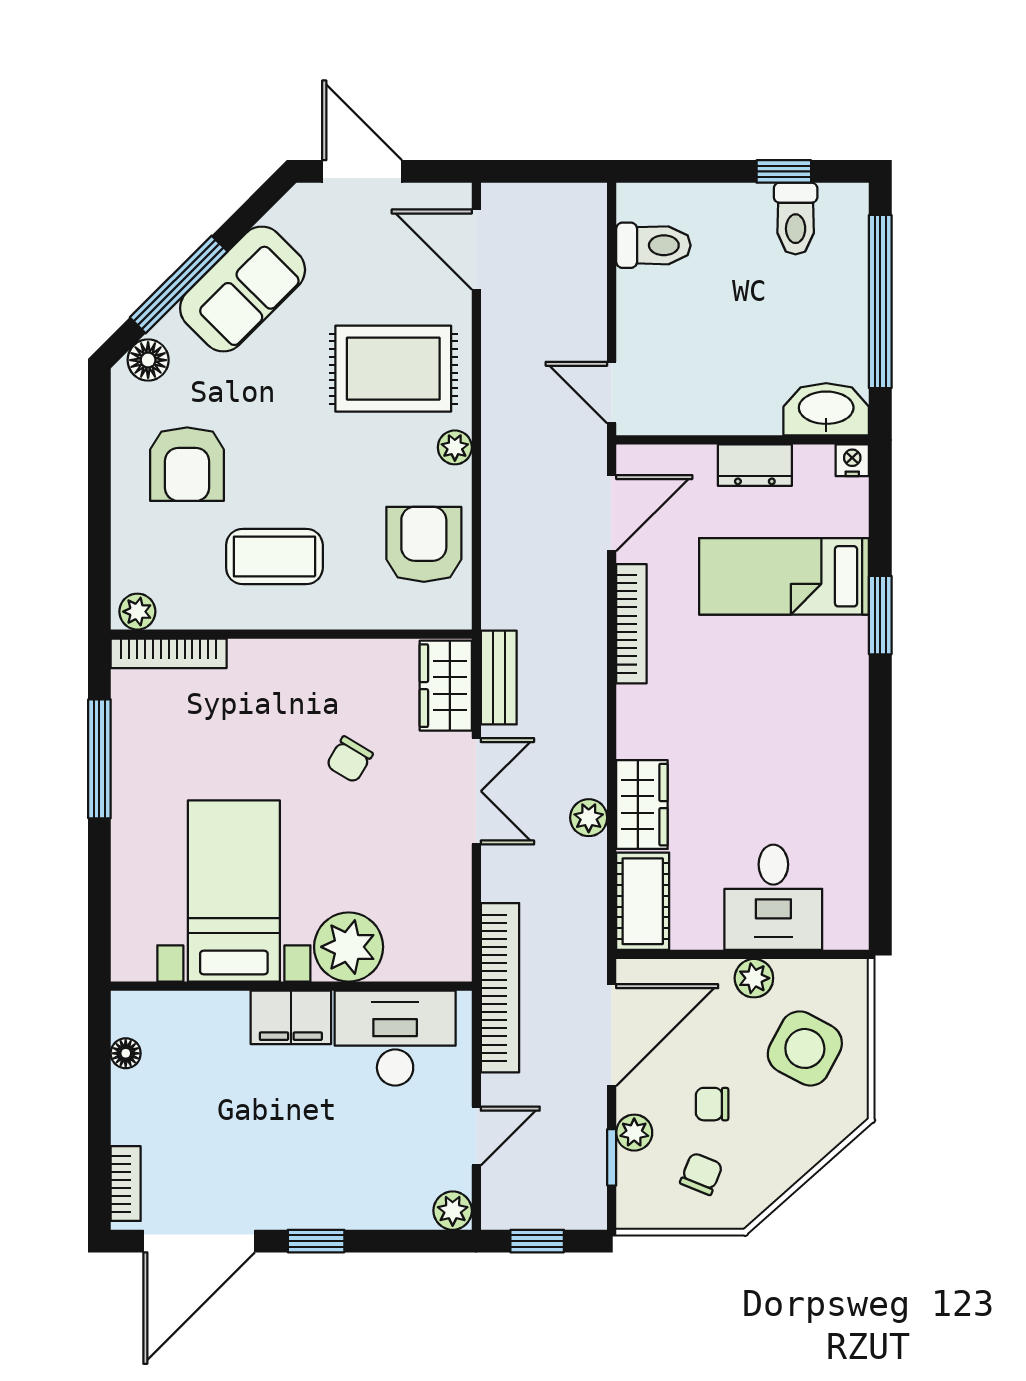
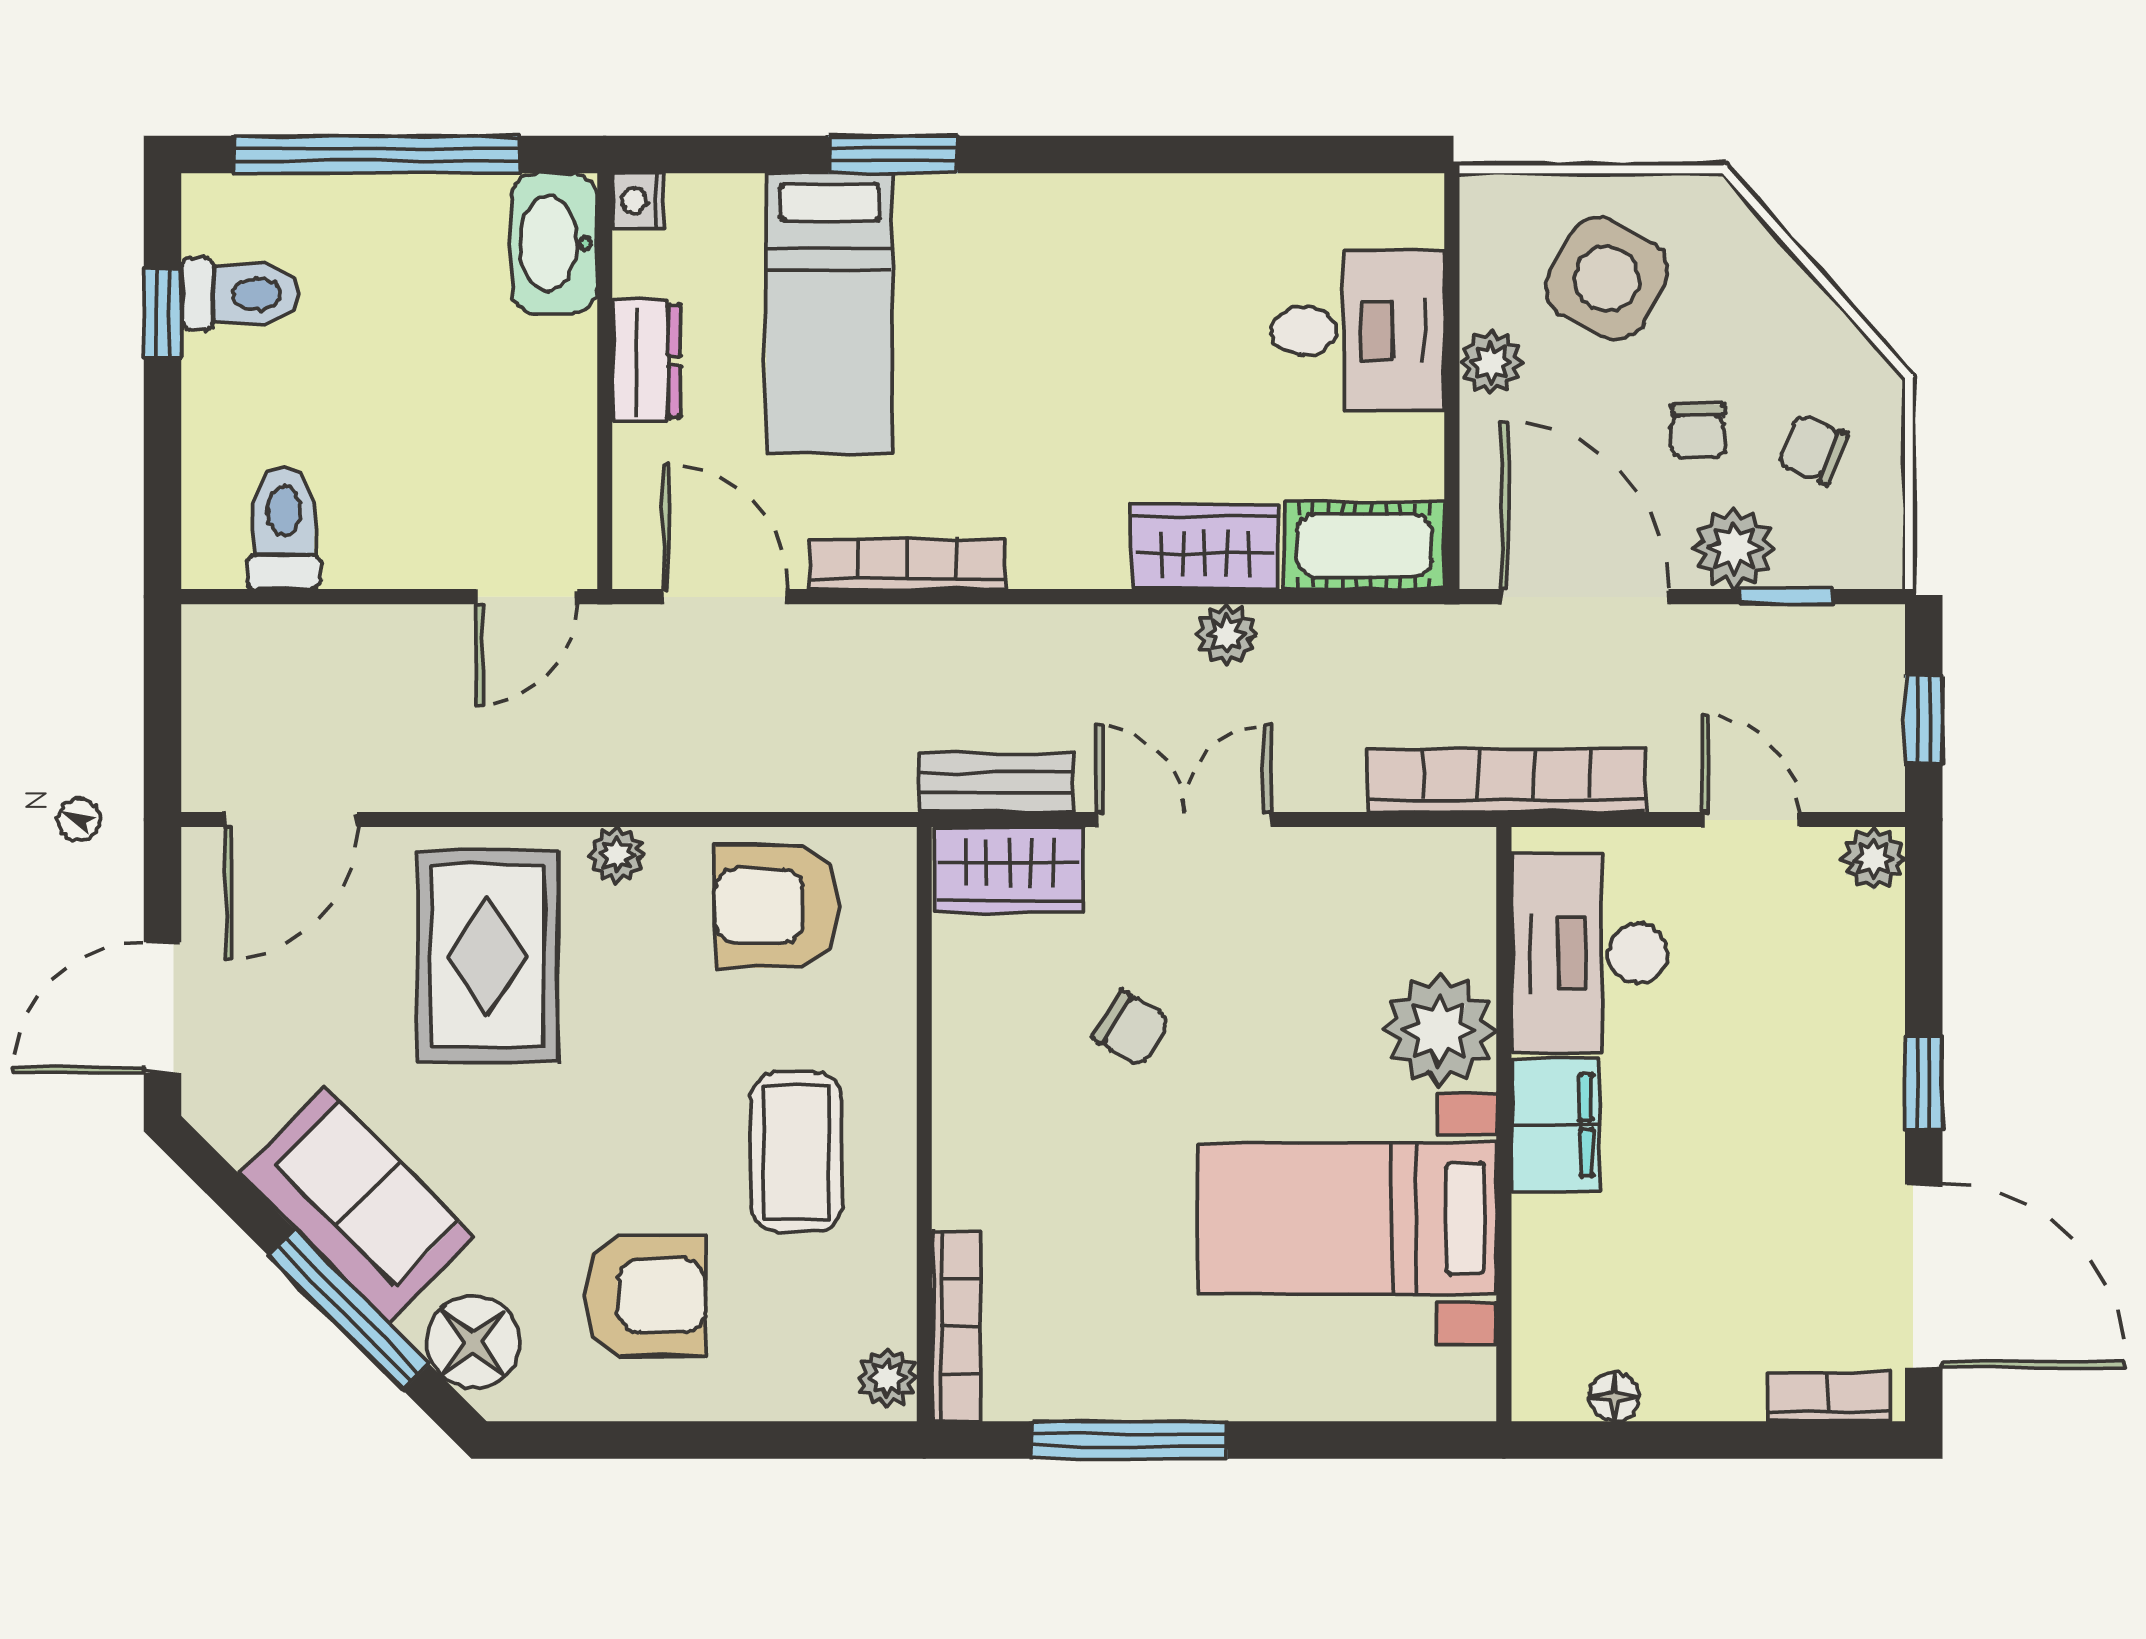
floor lamp: (148, 360) -> (473, 1342), width x1.38, depth x1.38
plant: (634, 1133) -> (1734, 548), width x1.38, depth x1.38

